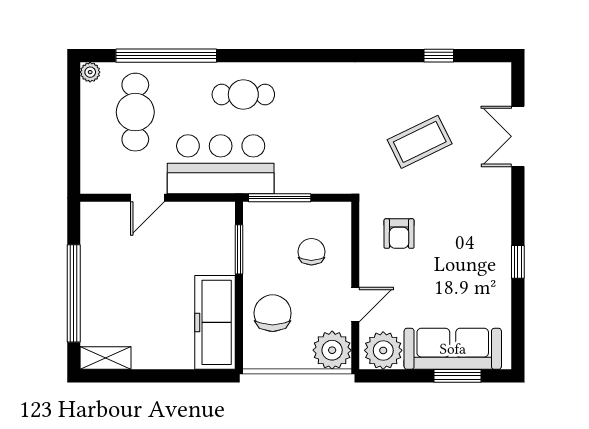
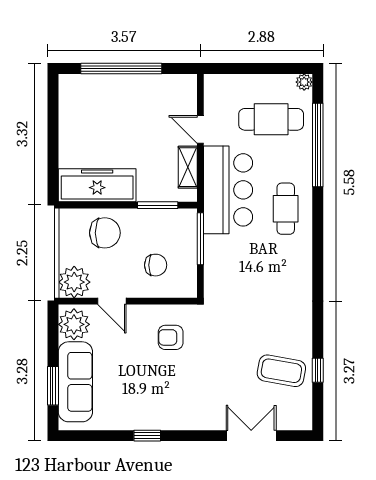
coffee table: (420, 142) -> (281, 371), moved, turned -54
shelving: (105, 358) -> (188, 167), moved

